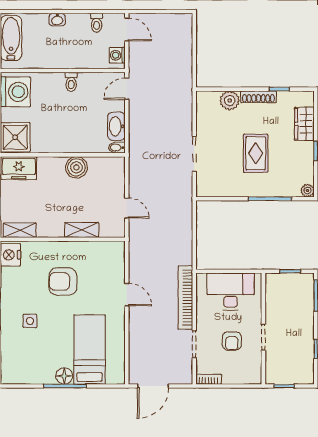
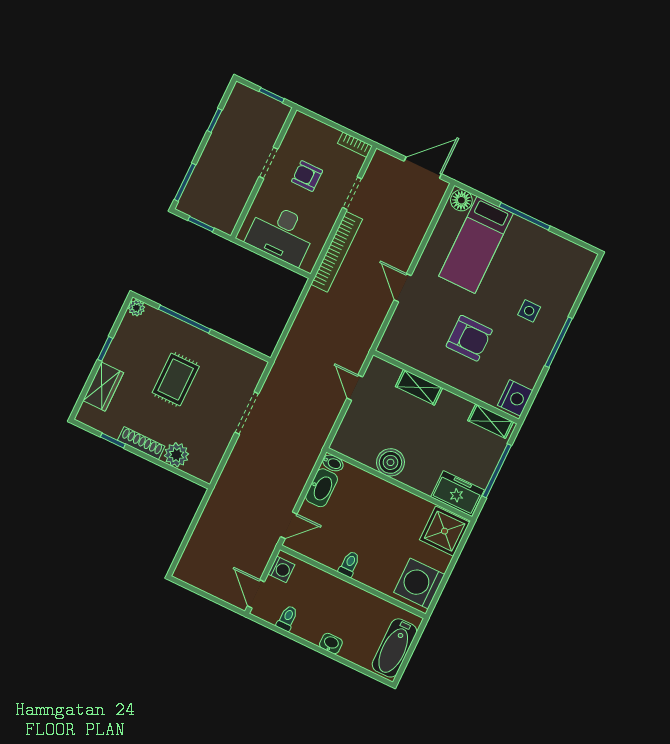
armchair: (232, 341) -> (307, 176), turned -90
floor lamp: (64, 376) -> (461, 200), moved

